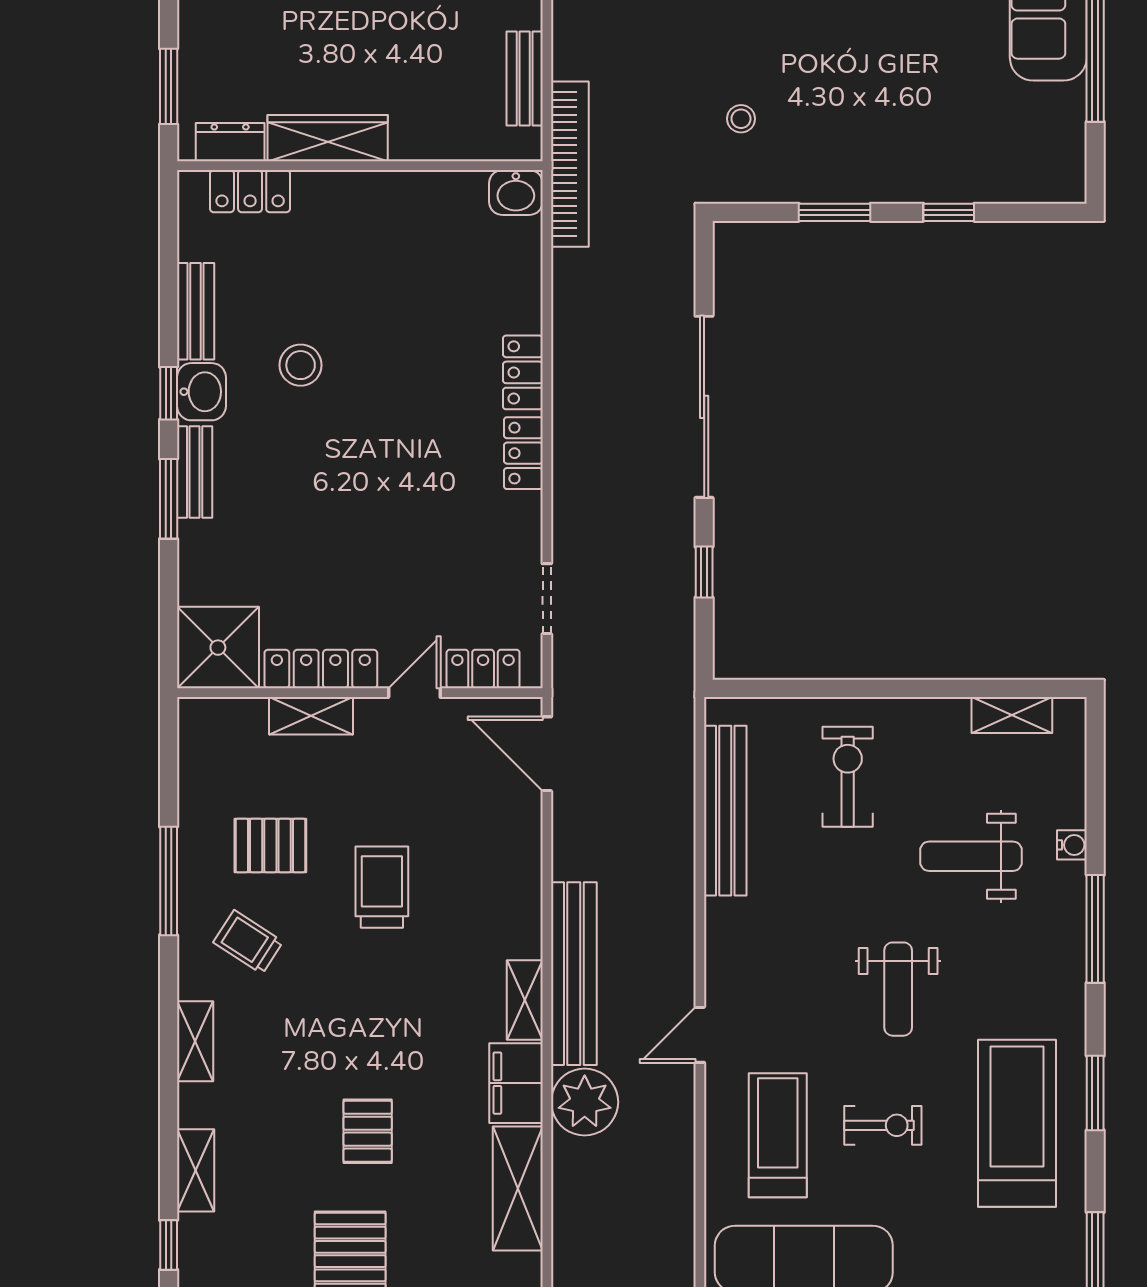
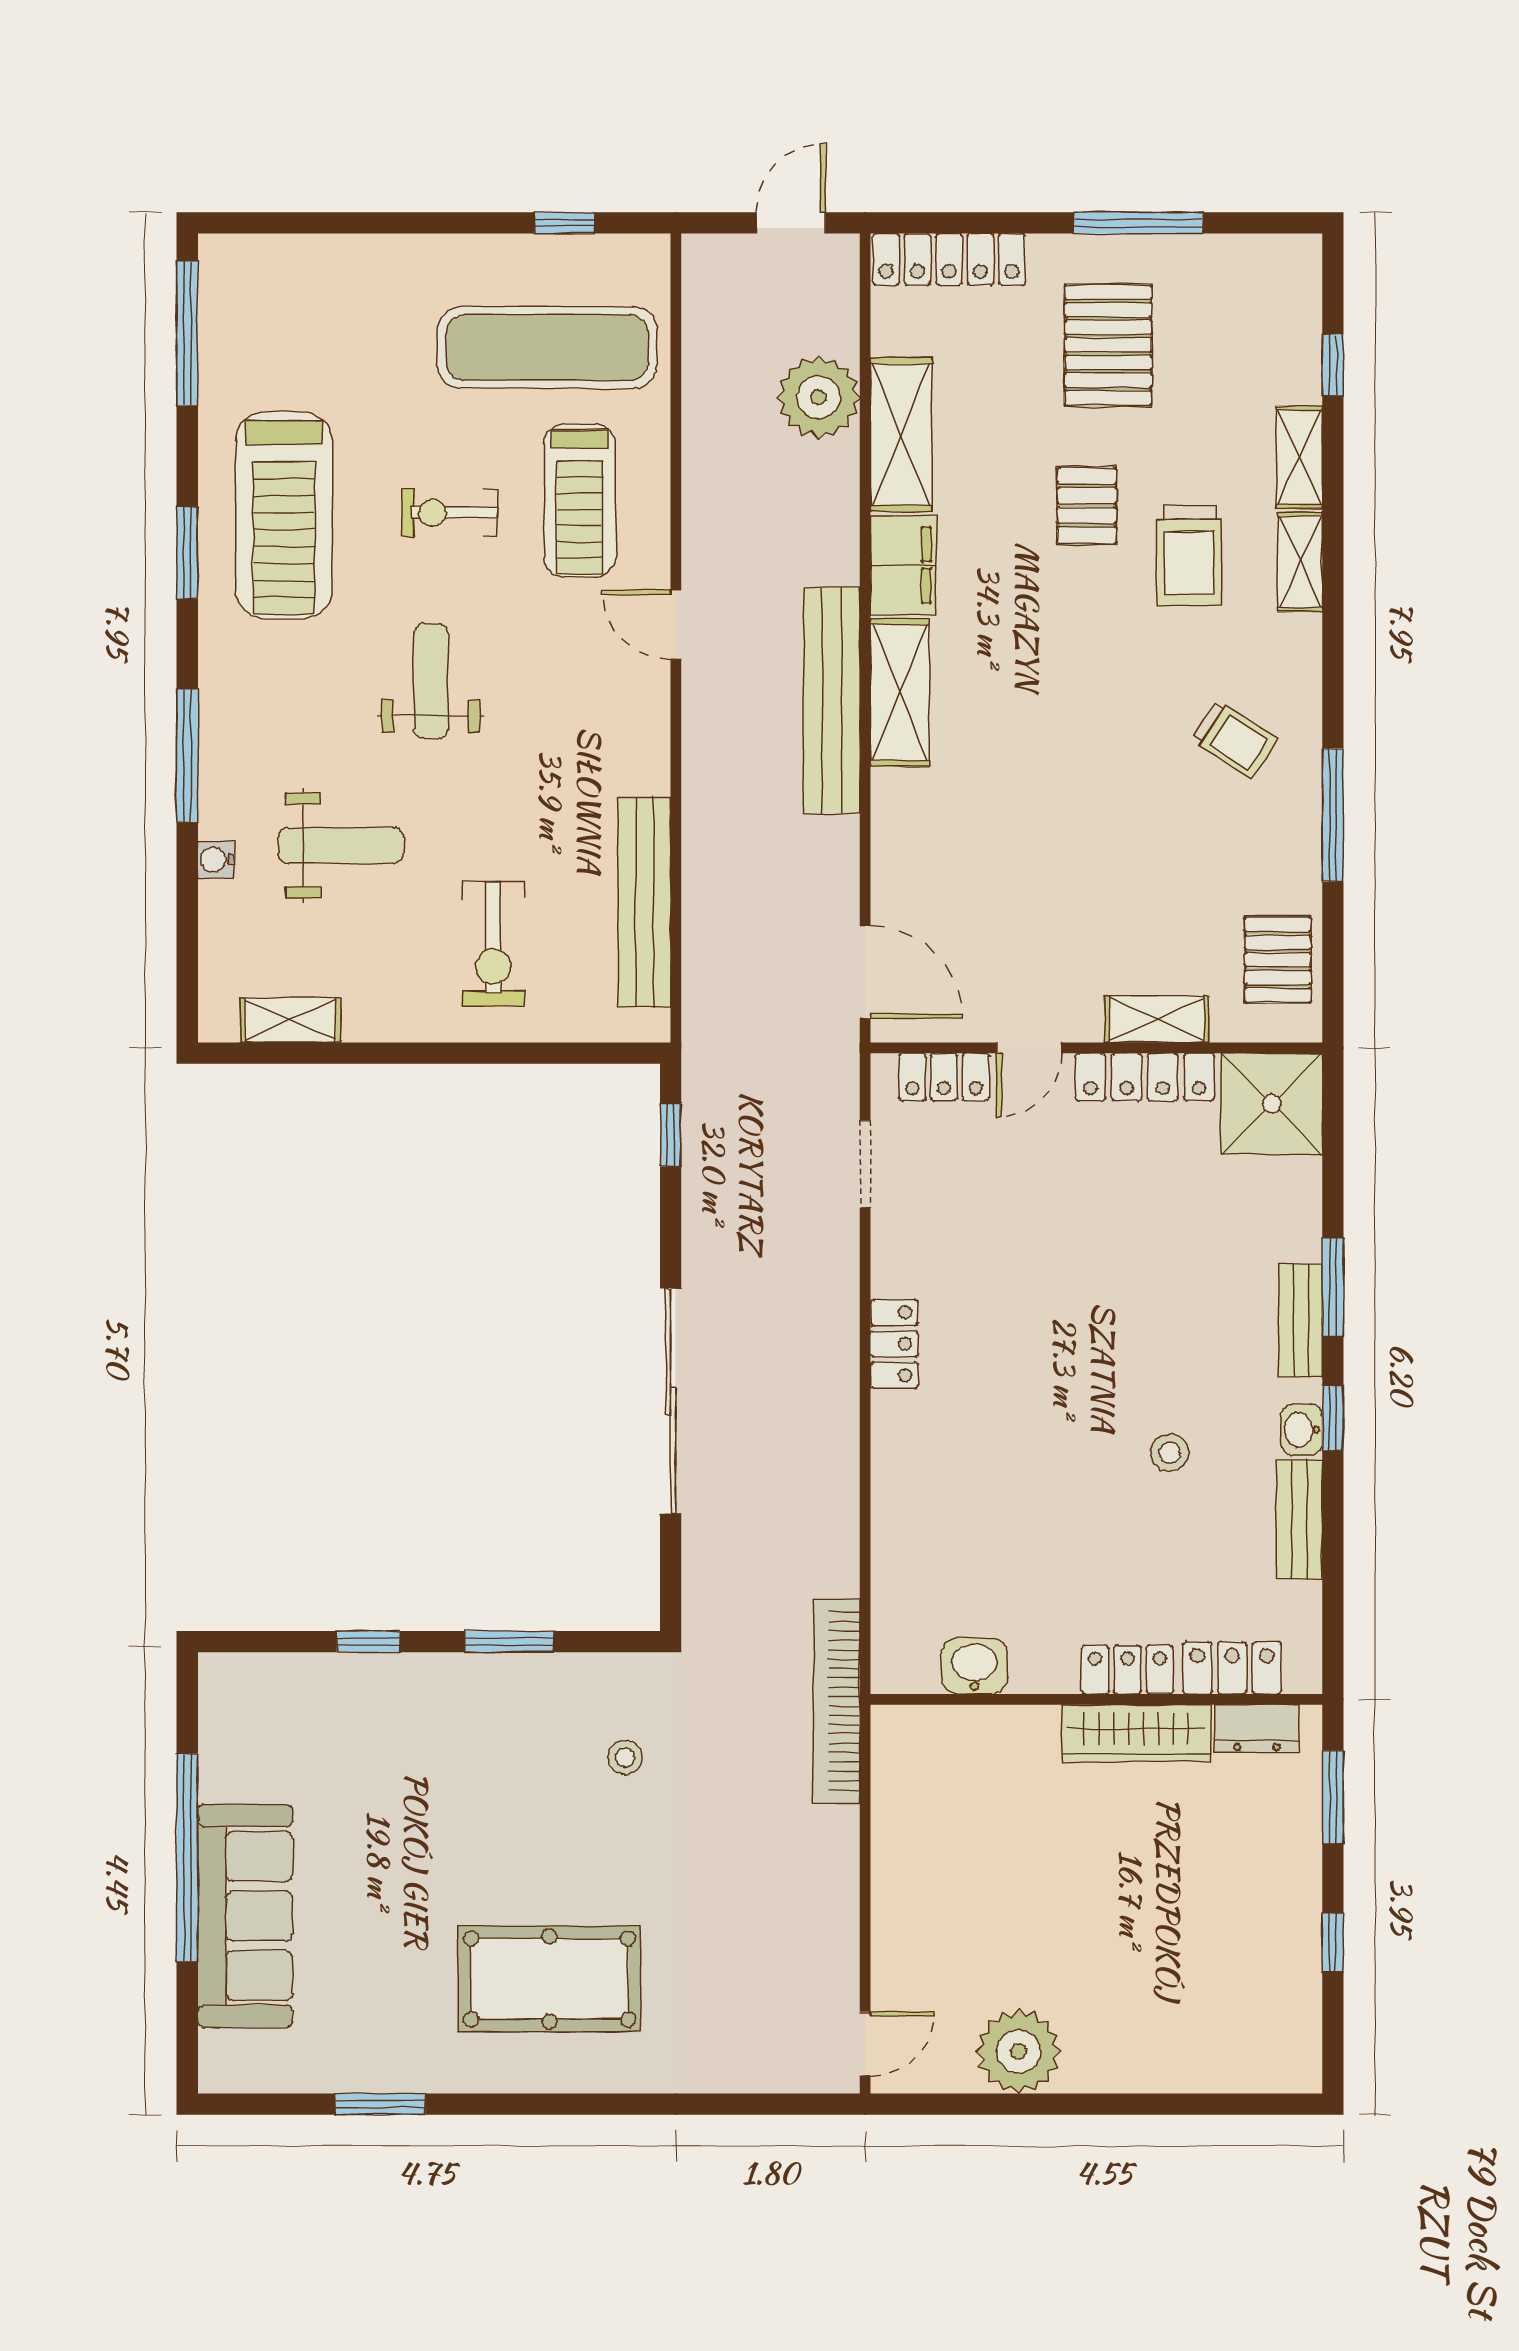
bench: (525, 79) -> (893, 1807), removed
washbasin: (516, 193) -> (974, 1666), moved
stool: (301, 365) -> (1170, 1453), width x0.73, depth x0.73
locker: (523, 372) -> (1127, 1670), moved, turned -90
washbasin: (201, 392) -> (1301, 1430), width x0.72, depth x0.69
window: (704, 572) -> (671, 1135), moved
pallet: (270, 845) -> (1278, 960), moved, turned 90
trolley: (382, 887) -> (1189, 556), moved
shelving: (525, 1000) -> (900, 692), width x1.50, depth x1.33
door: (700, 1035) -> (676, 625), swing flipped
shelving: (195, 1041) -> (1300, 562), moved
plant: (585, 1102) -> (818, 397), moved

